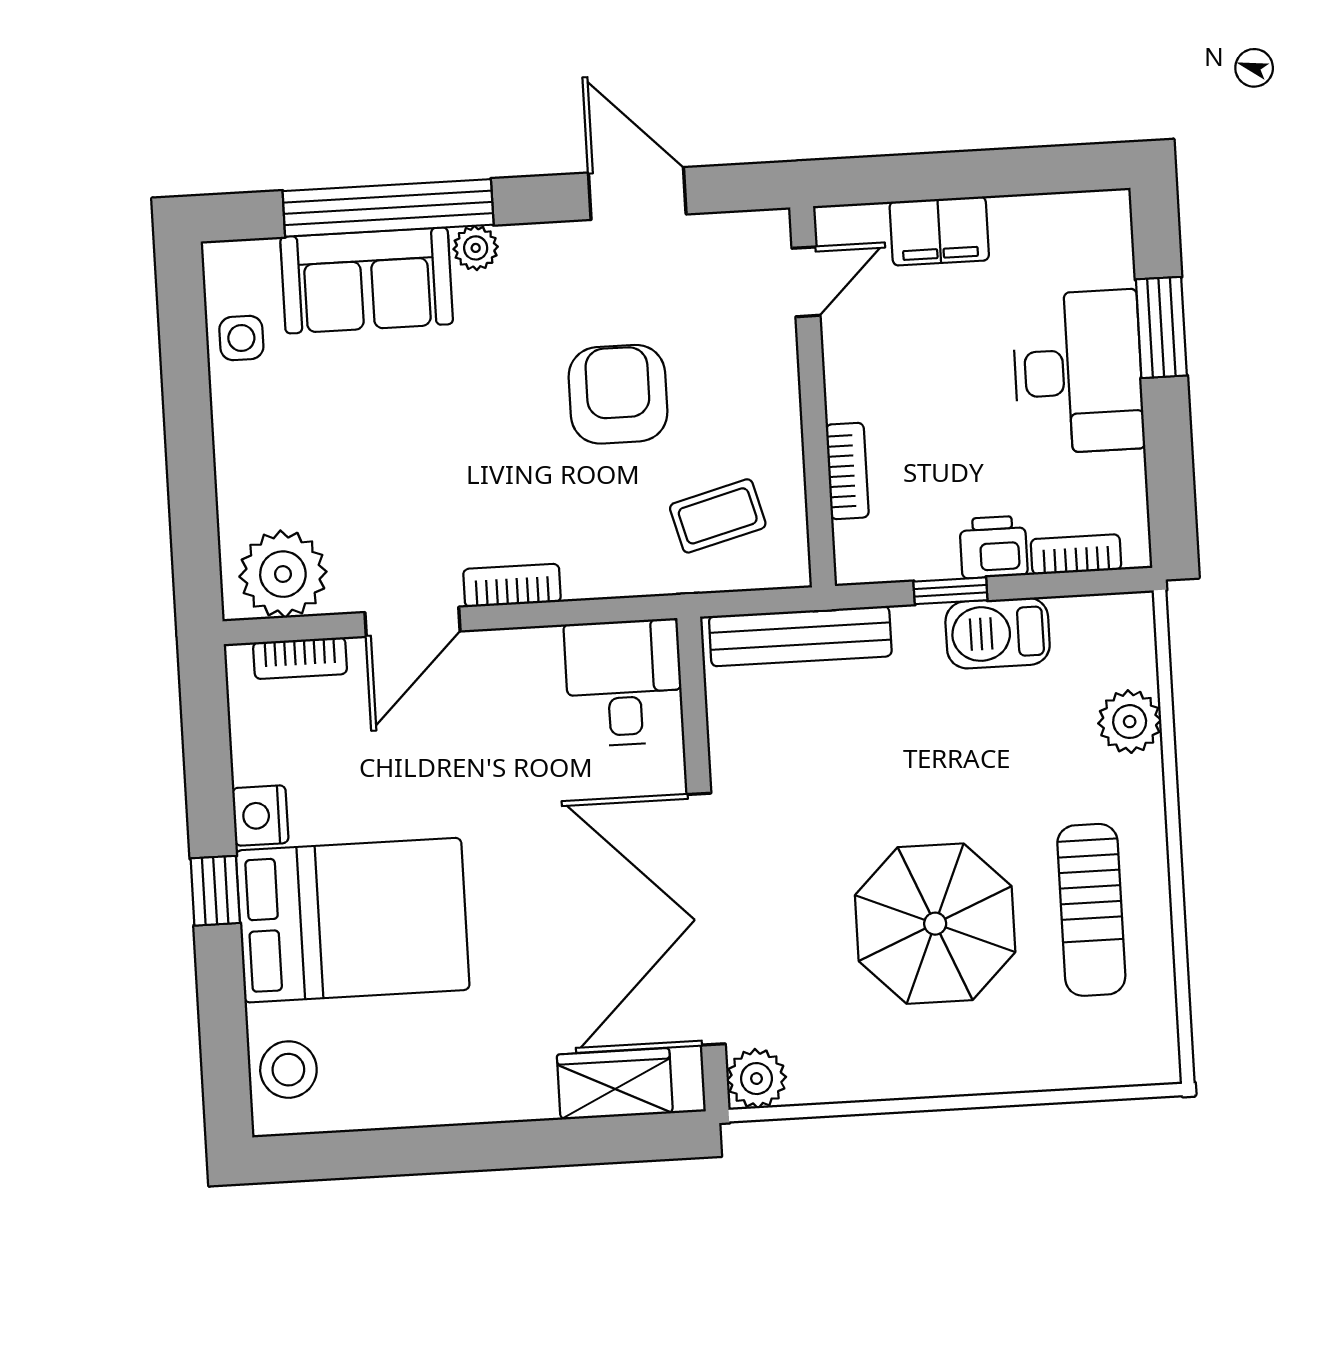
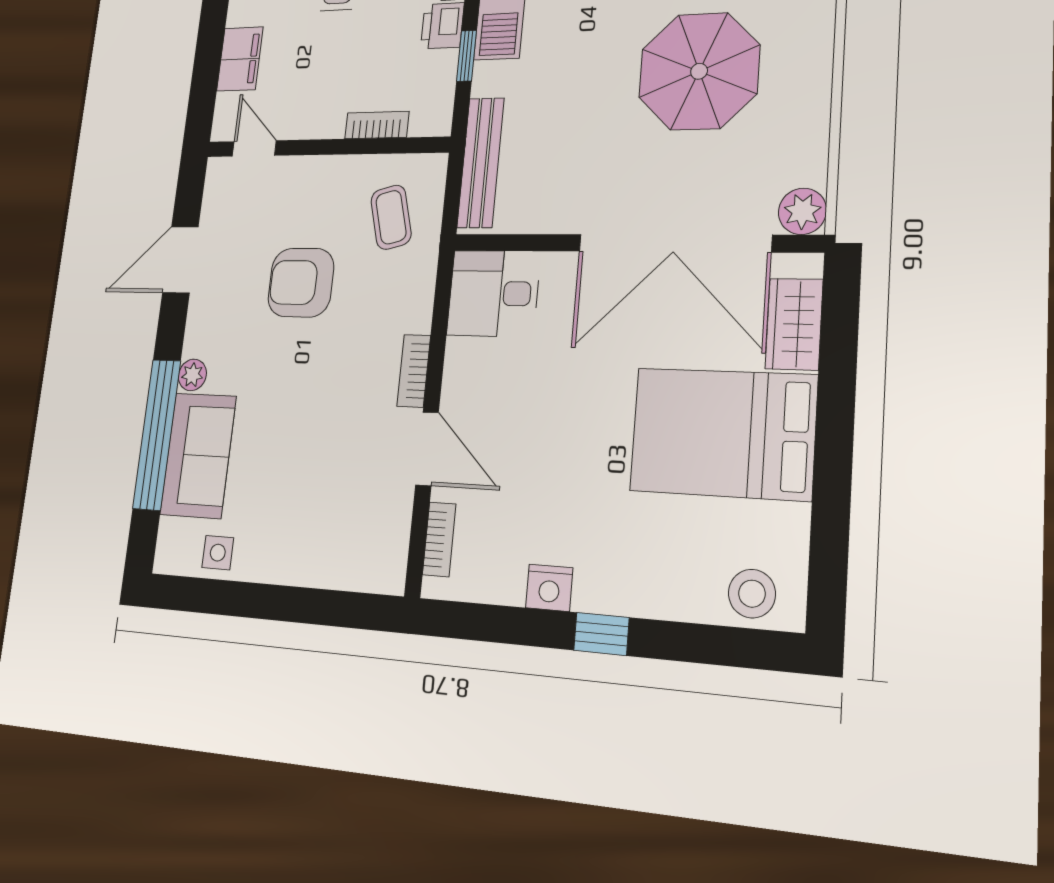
plant: (283, 574) -> (379, 544), removed
bed: (353, 920) -> (723, 433), moved, turned -90

